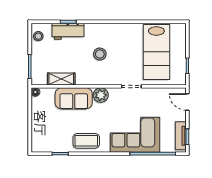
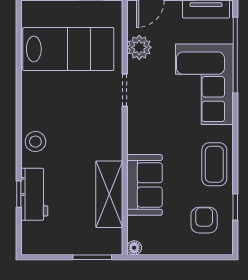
stool: (38, 36) -> (42, 243), removed
stool: (100, 54) -> (35, 142), moved
shelving: (61, 79) -> (109, 194), width x1.50, depth x1.33
plant: (101, 95) -> (139, 47), moved
armchair: (52, 135) -> (204, 220), added

